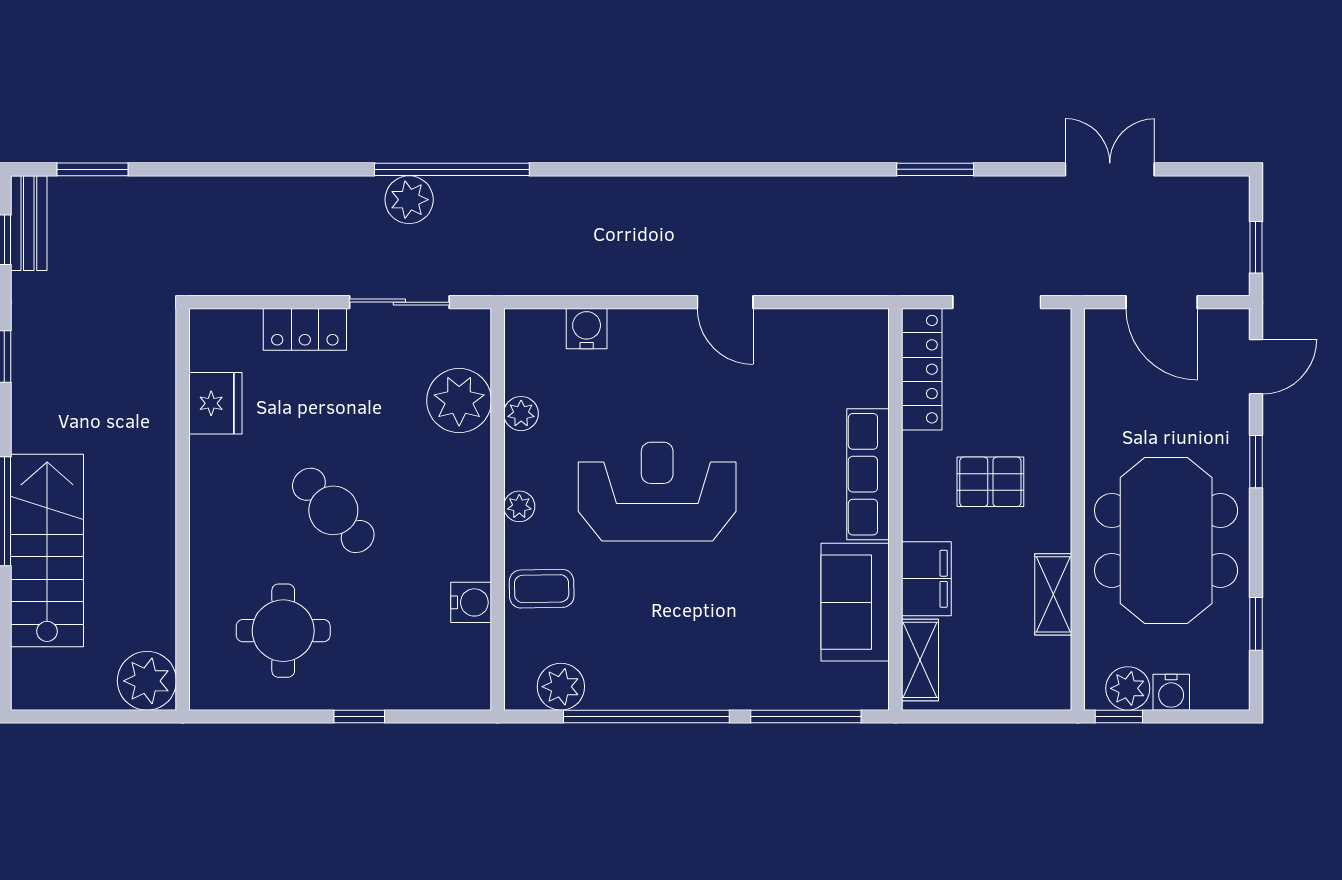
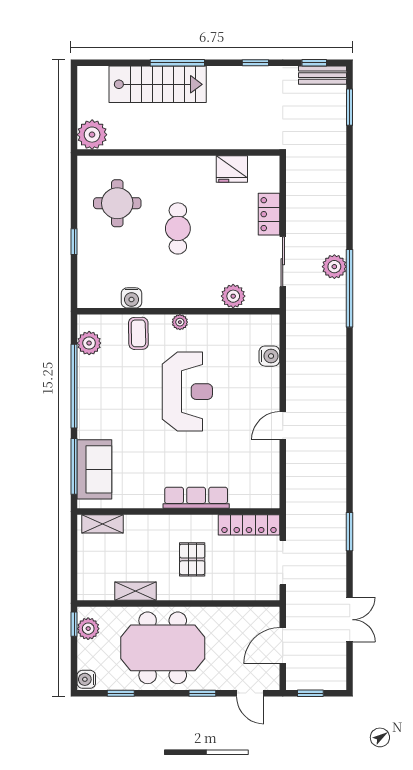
plant: (459, 401) -> (233, 296), width x0.73, depth x0.73
plant: (521, 414) -> (227, 323), removed
cafe table: (333, 510) -> (178, 228), turned -47
filing cabinet: (926, 579) -> (143, 527), removed
sofa: (855, 602) -> (94, 469), moved, turned 90
water cooler: (1171, 692) -> (86, 679), moved

